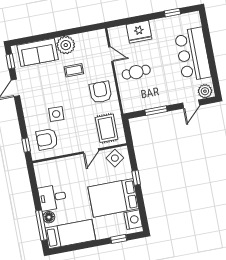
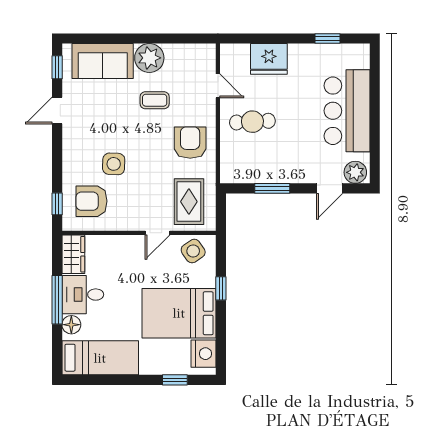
wardrobe: (42, 174) -> (73, 254), added
window: (41, 225) -> (57, 300), moved

